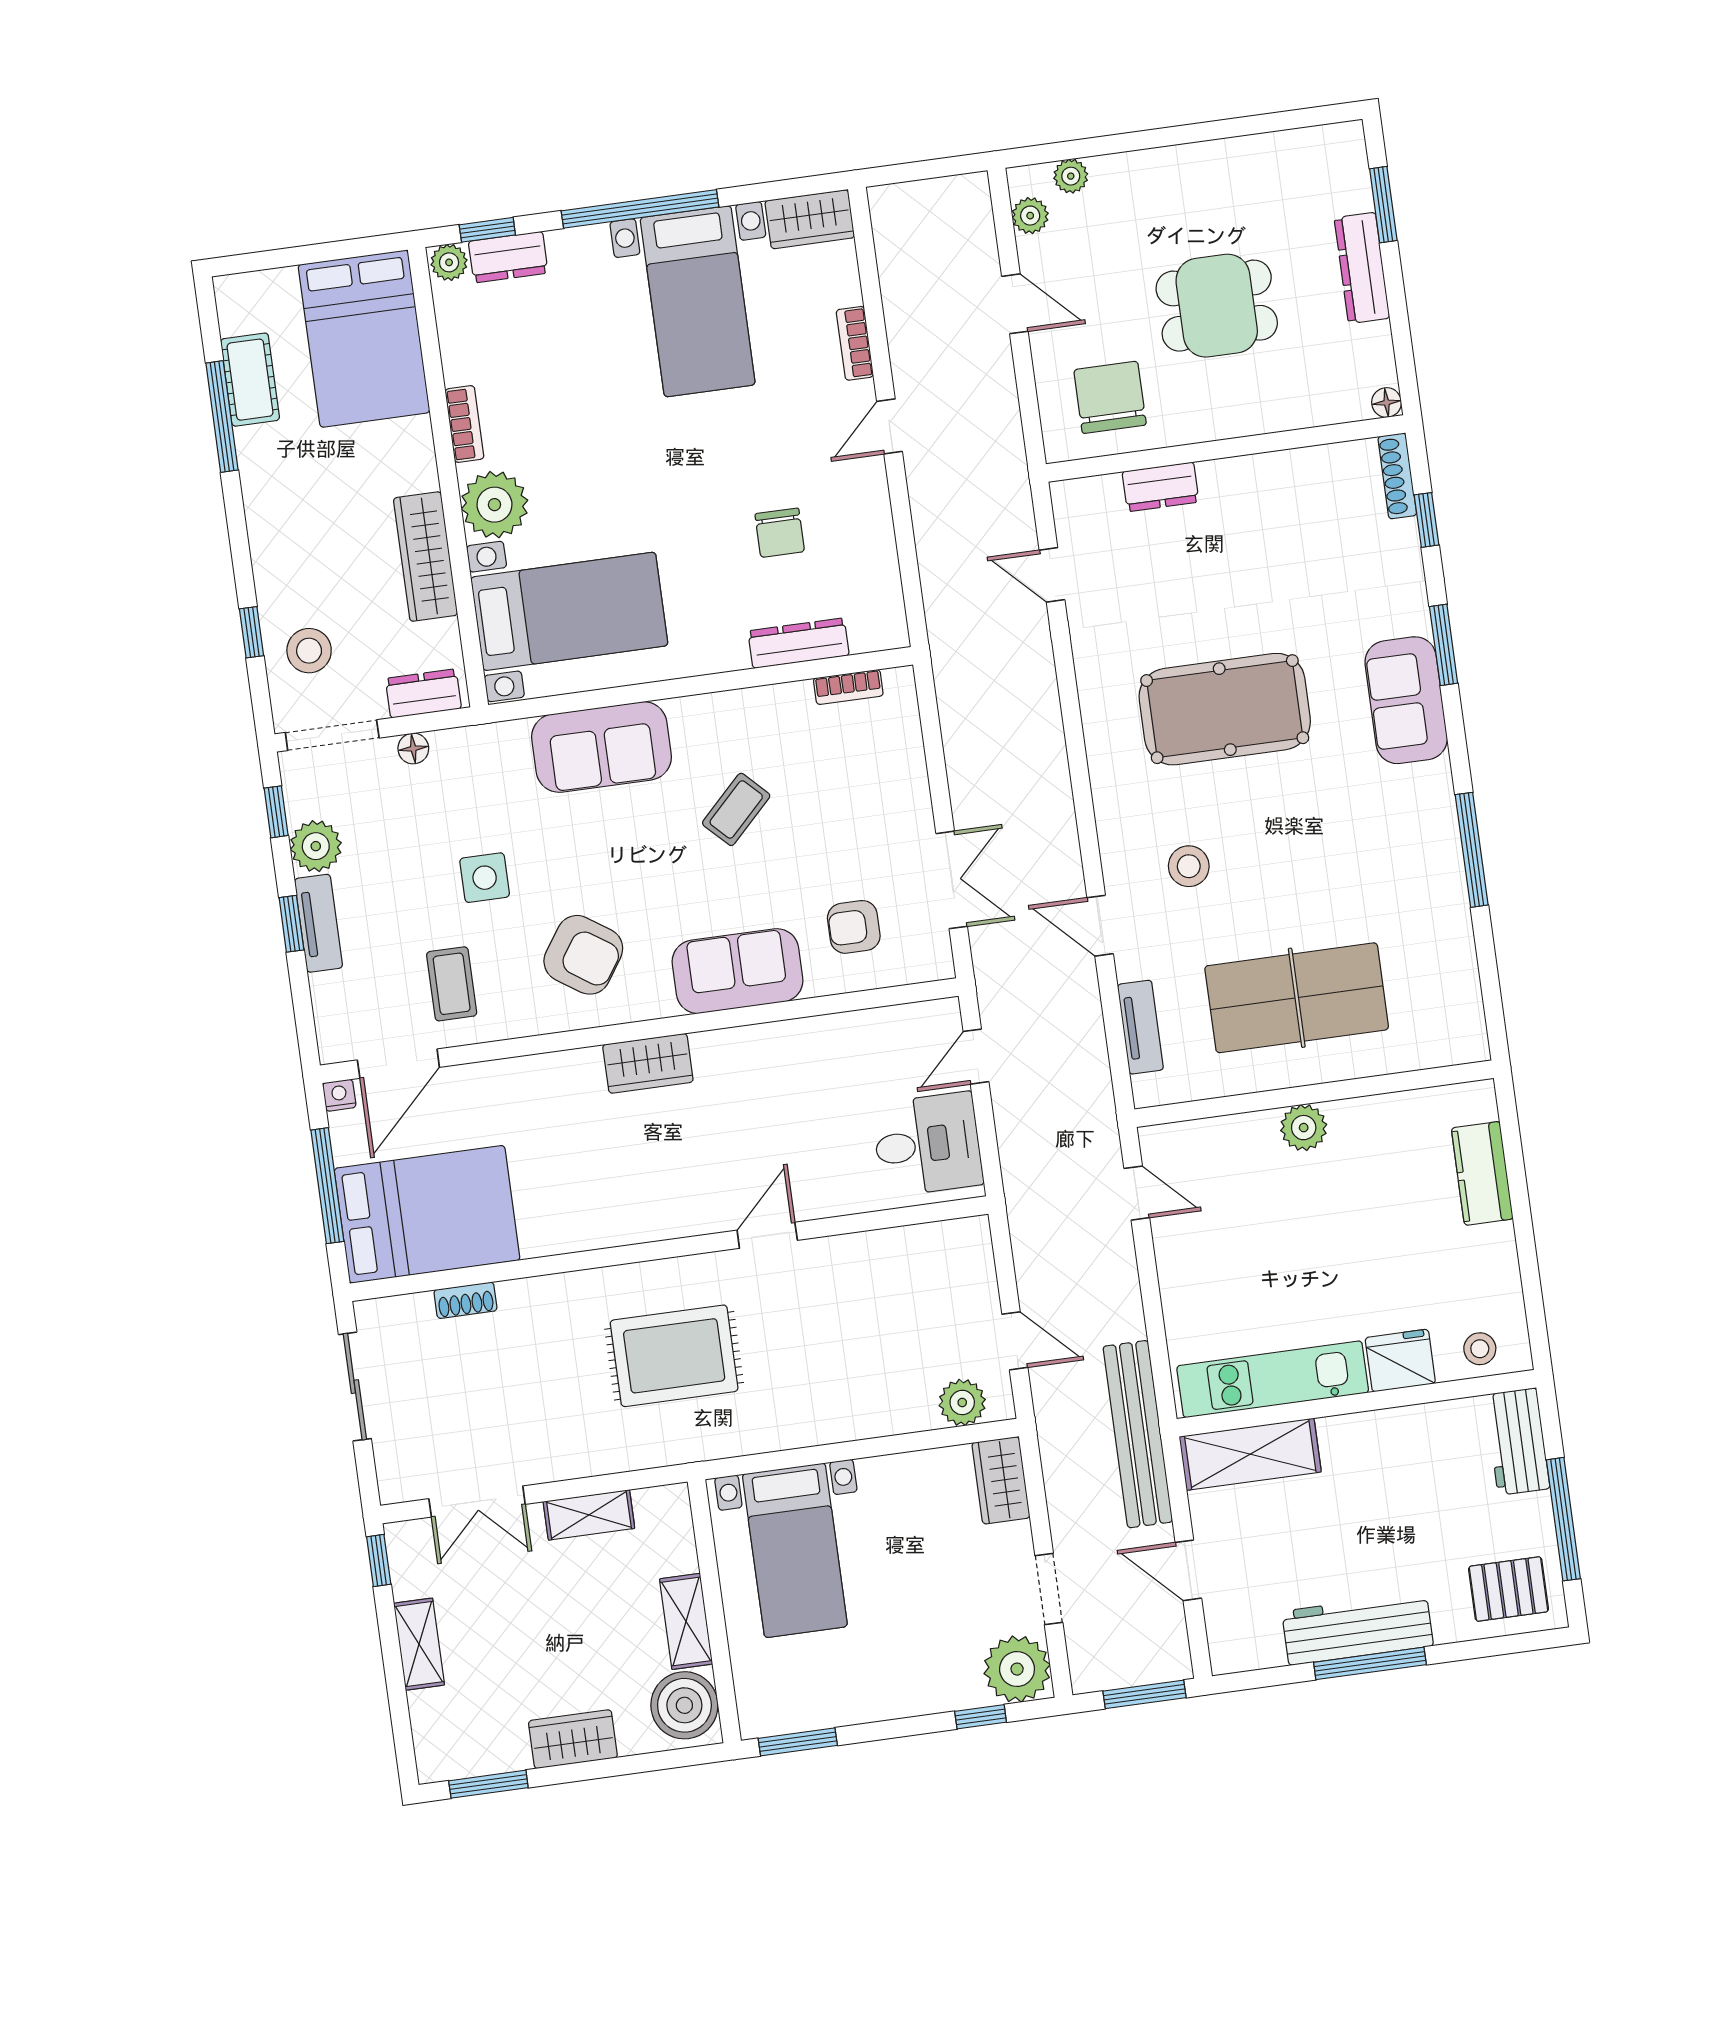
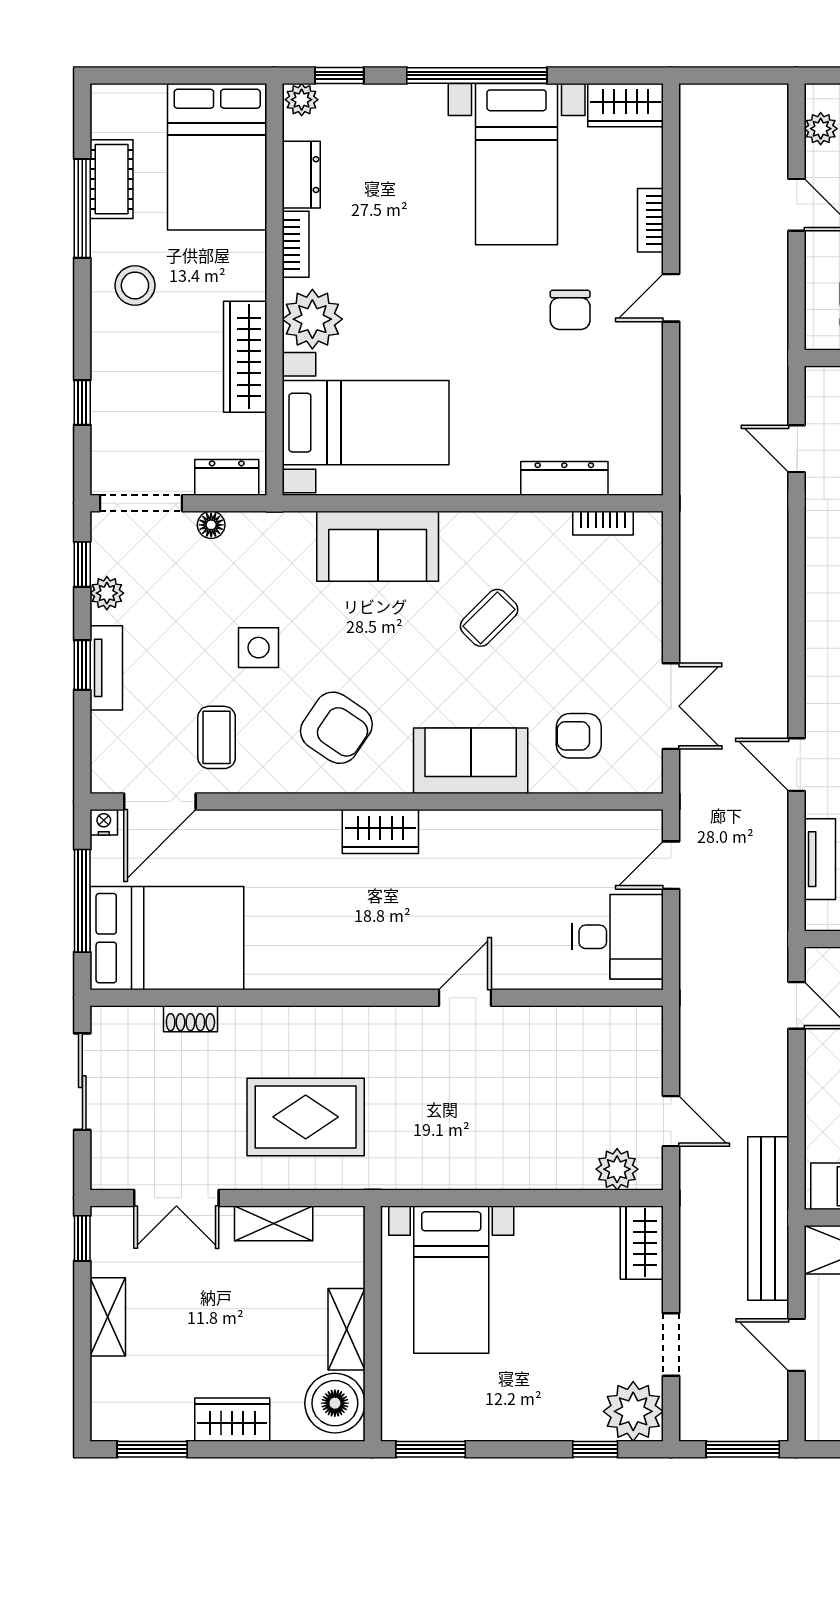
dresser: (508, 257) -> (301, 175), moved, turned -90
chair: (780, 533) -> (570, 310), moved
stool: (309, 651) -> (135, 285), moved
plant: (316, 846) -> (107, 593), width x0.73, depth x0.73
rug: (674, 1356) -> (306, 1117), moved

